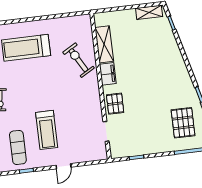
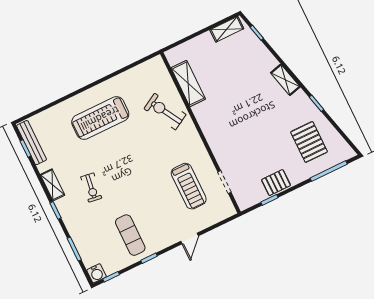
shelving: (181, 68) -> (285, 80), added
filing cabinet: (108, 74) -> (204, 116), removed
pallet: (115, 104) -> (276, 183), moved, turned 90
treadmill: (47, 130) -> (189, 186), moved

